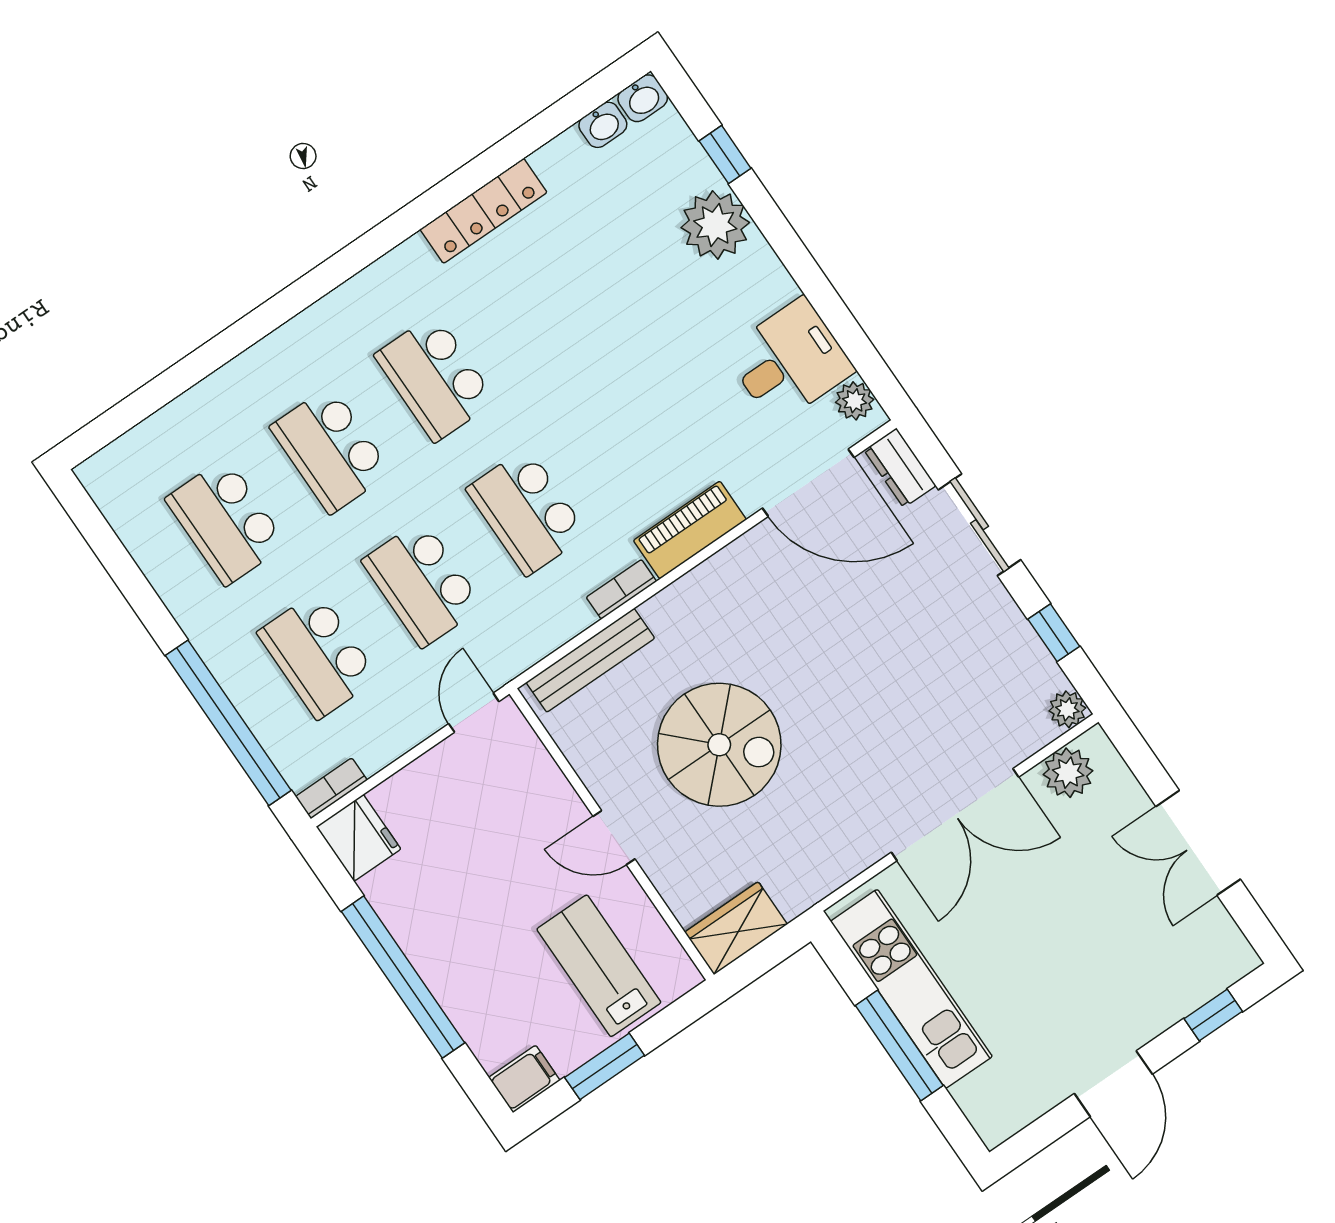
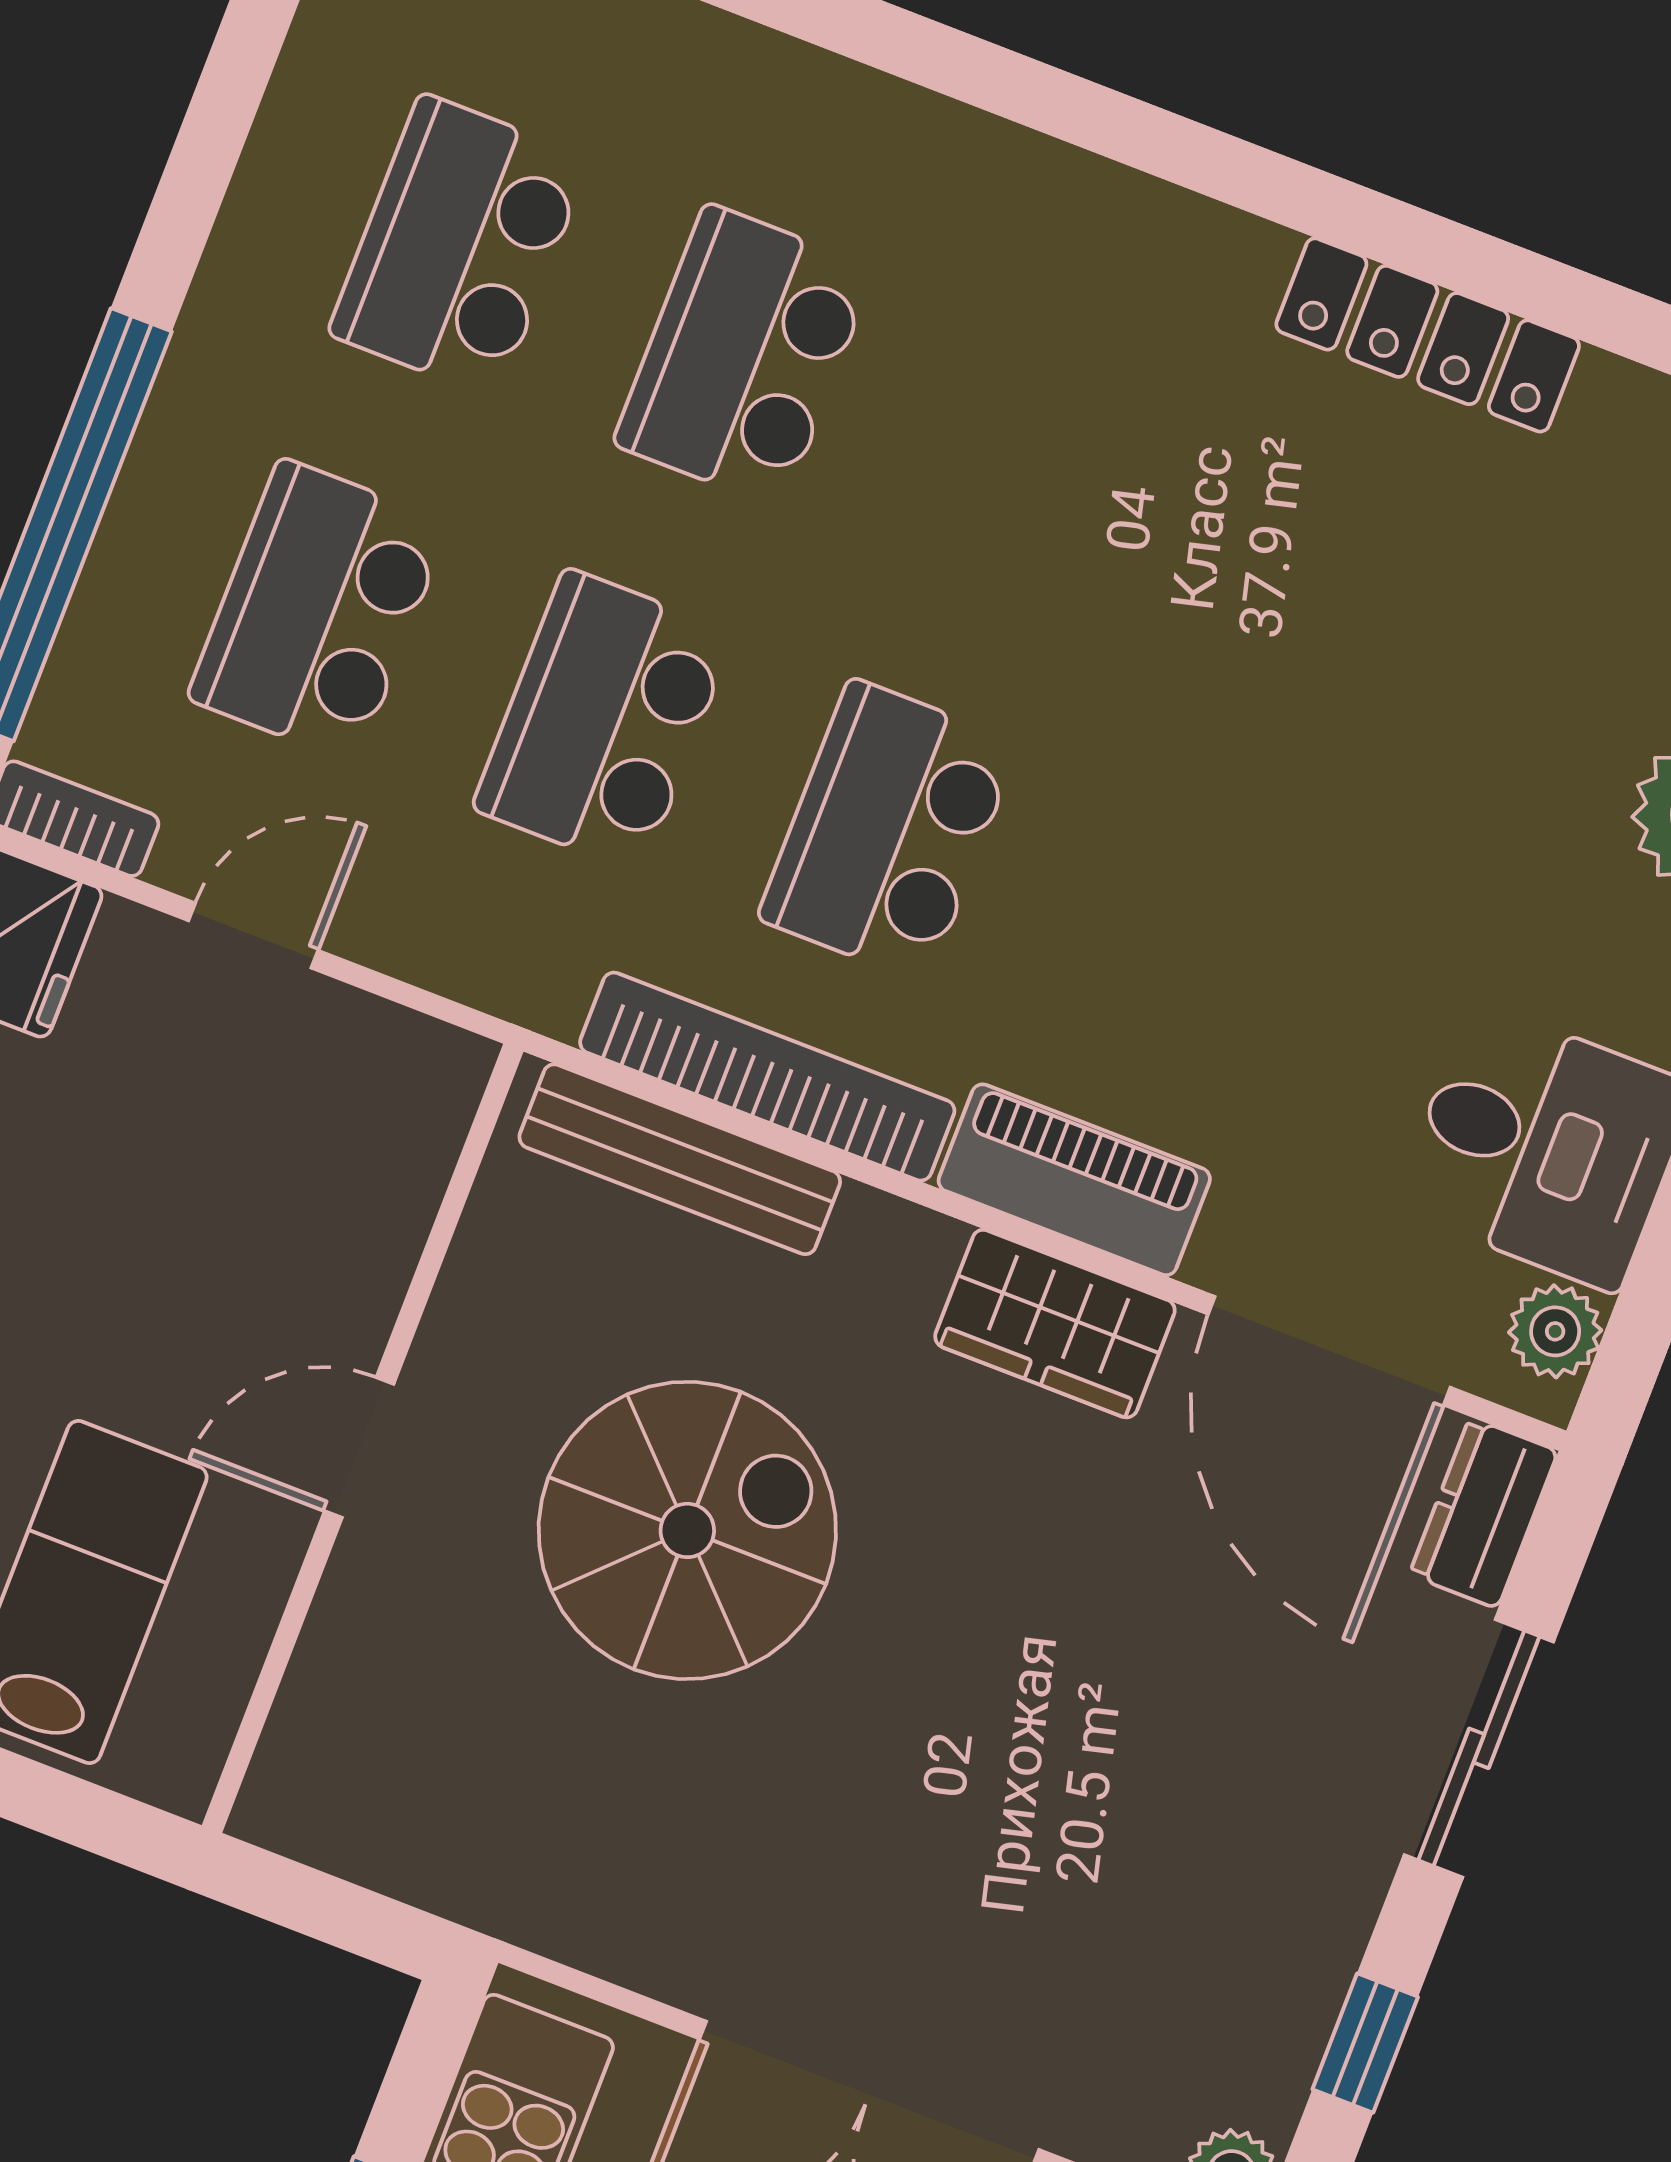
school desk: (435, 378) -> (1029, 466), removed
bookcase: (621, 589) -> (767, 1077), width x2.31, depth x1.31
door: (474, 713) -> (253, 936), moved
spiral stairs: (719, 745) -> (687, 1530), turned -90
door: (614, 838) -> (359, 1447), hinge flipped
wardrobe: (736, 928) -> (1055, 1324), moved, turned 180

